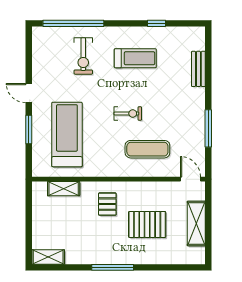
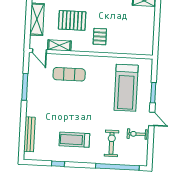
bench: (198, 69) -> (29, 134), width x1.36
exercise bike: (128, 113) -> (137, 134), moved
shelving: (64, 189) -> (59, 45), moved

